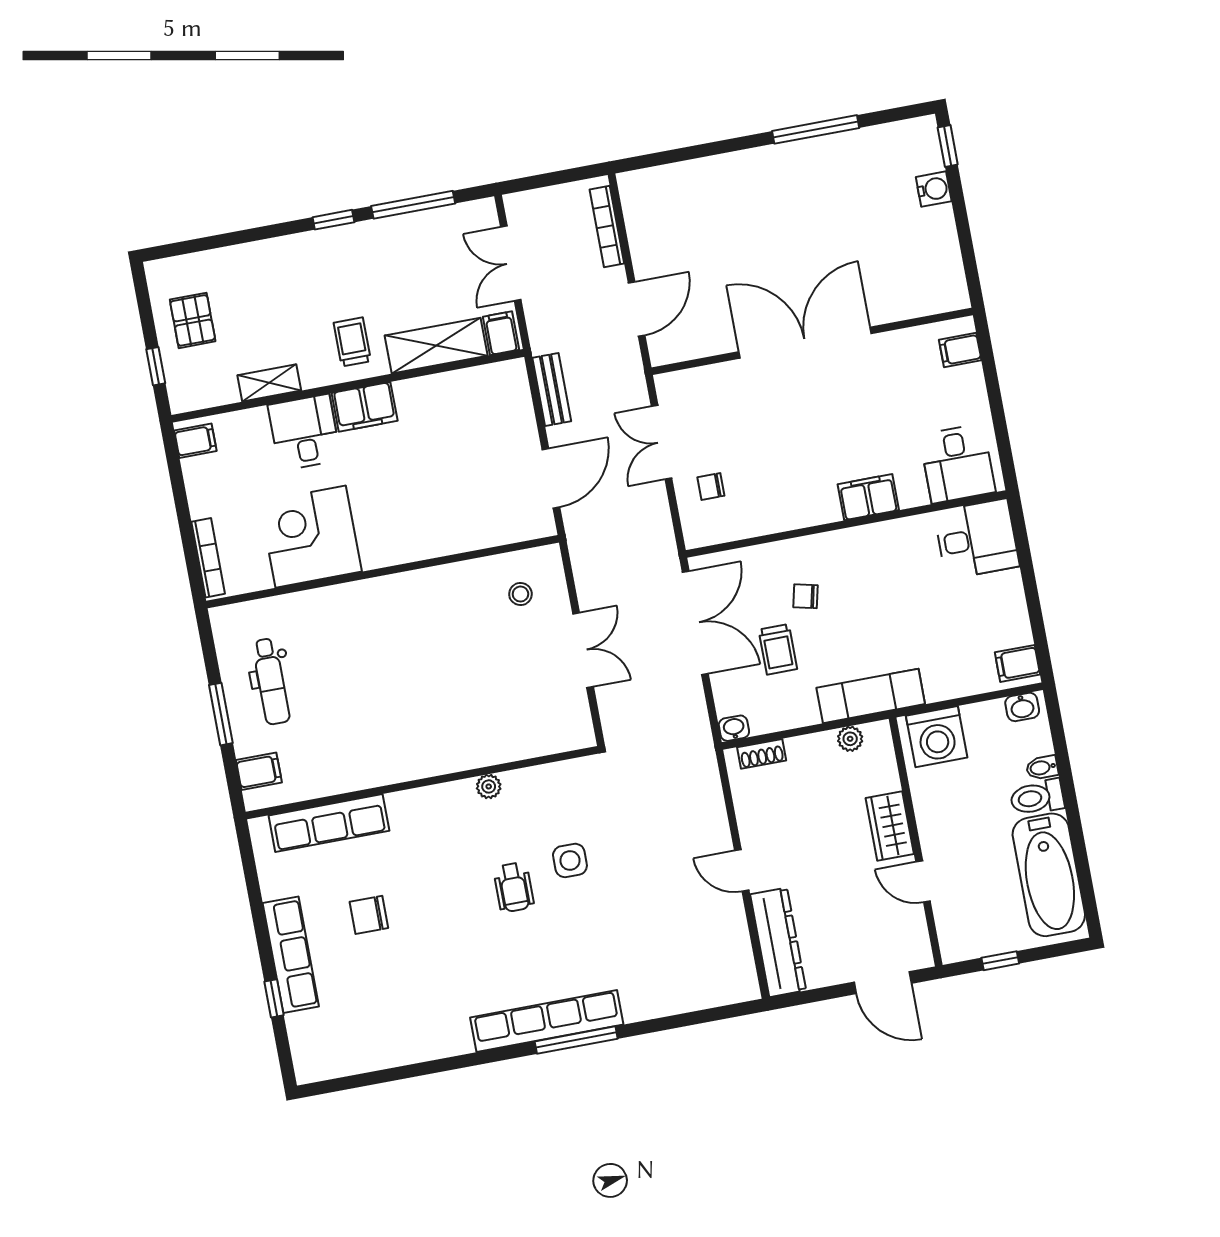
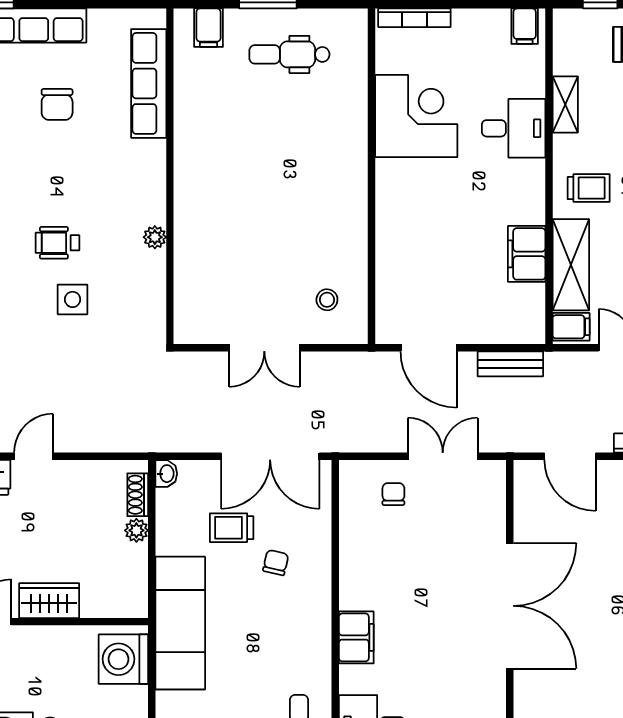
filing cabinet: (365, 407) -> (527, 254), moved
exam couch: (871, 696) -> (180, 623), width x1.36, depth x1.45
plant: (850, 739) -> (136, 530), moved
chair: (369, 915) -> (57, 104), turned 180

